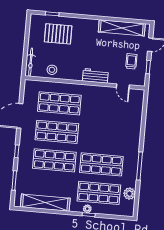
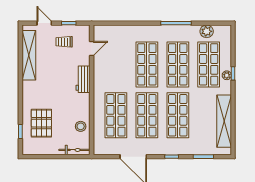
shop shelf: (104, 136) -> (147, 64), added

